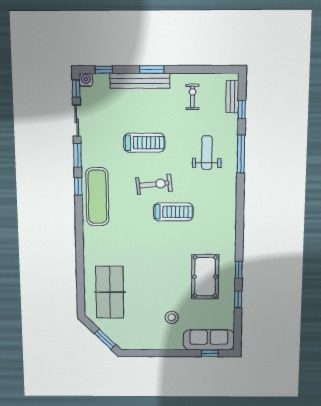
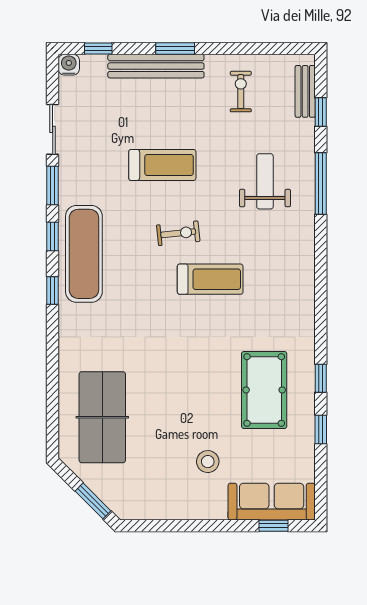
window: (76, 89) -> (53, 291), moved
exercise bike: (154, 184) -> (178, 233), width x0.73, depth x0.72

